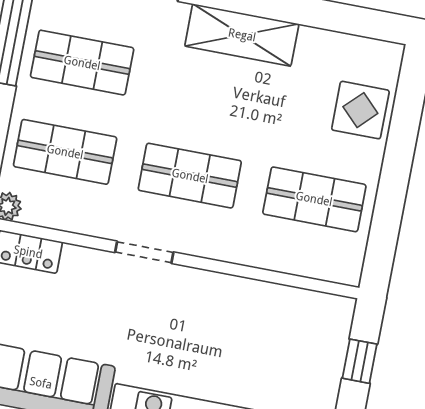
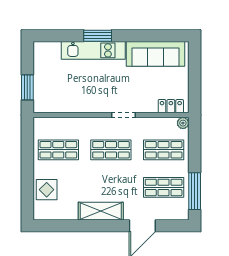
window: (360, 361) -> (27, 87), width x1.50

